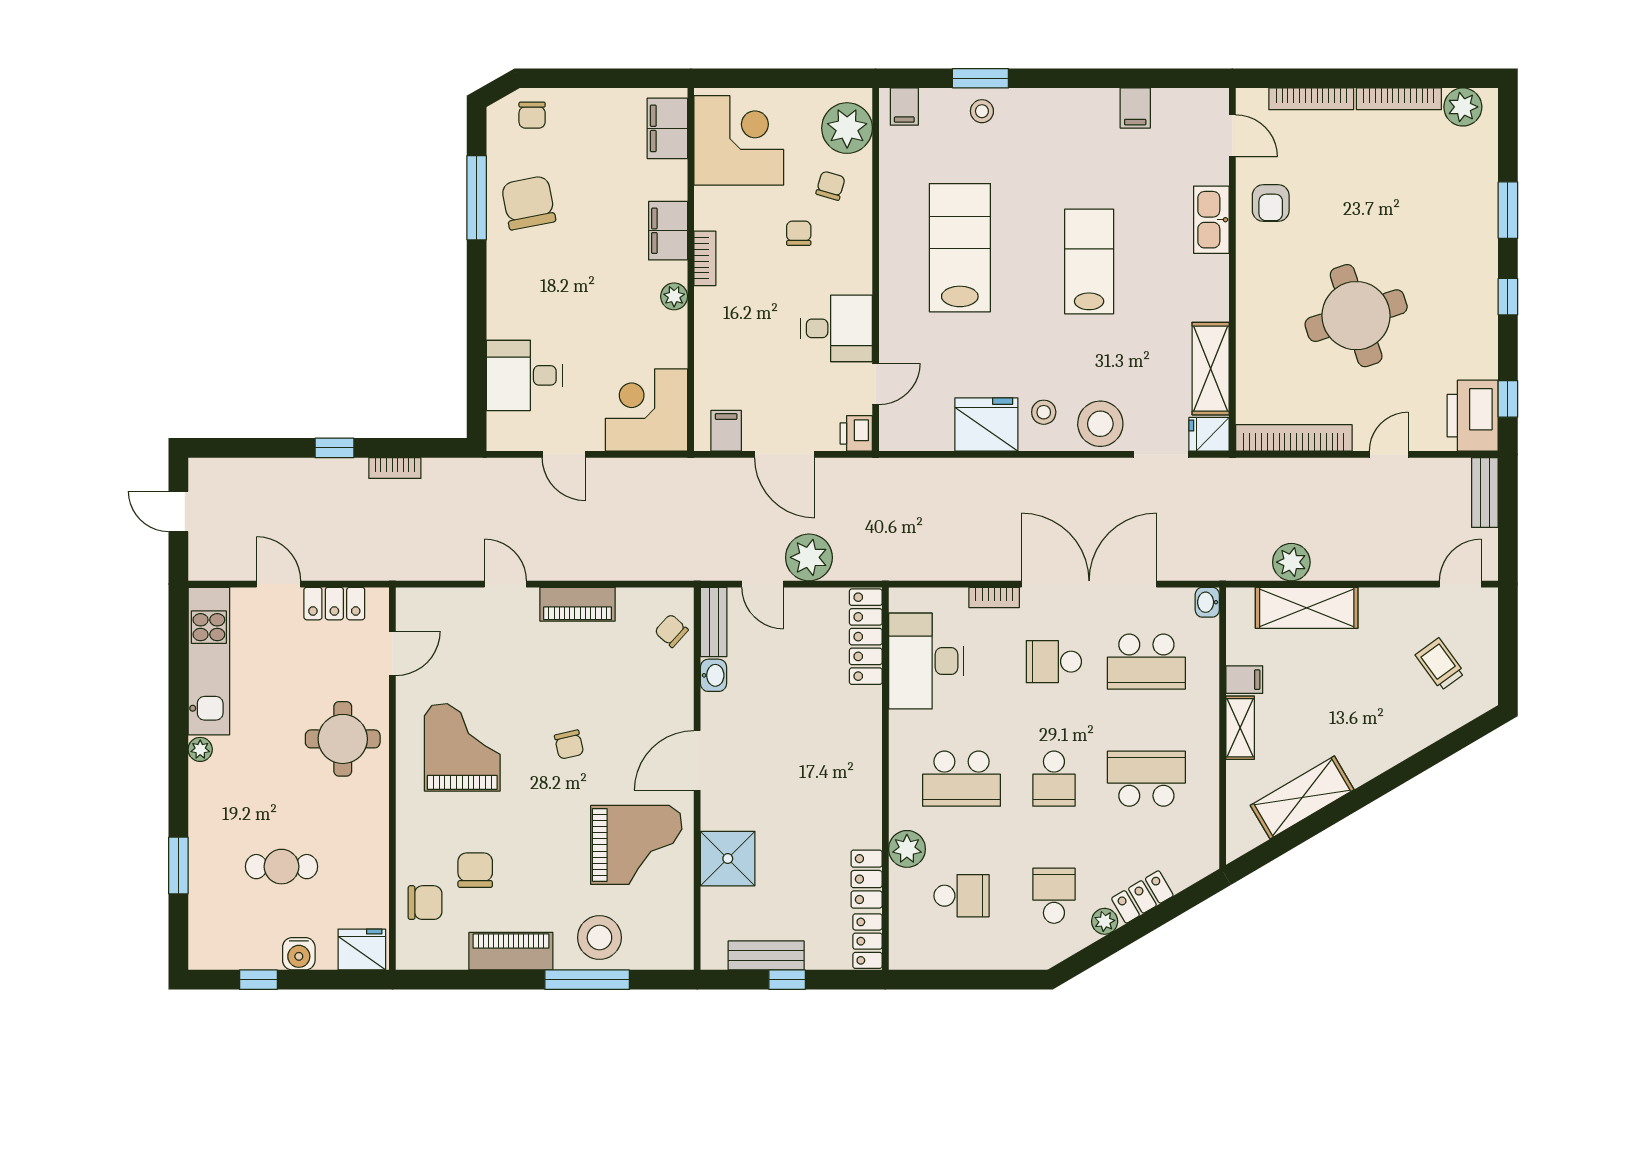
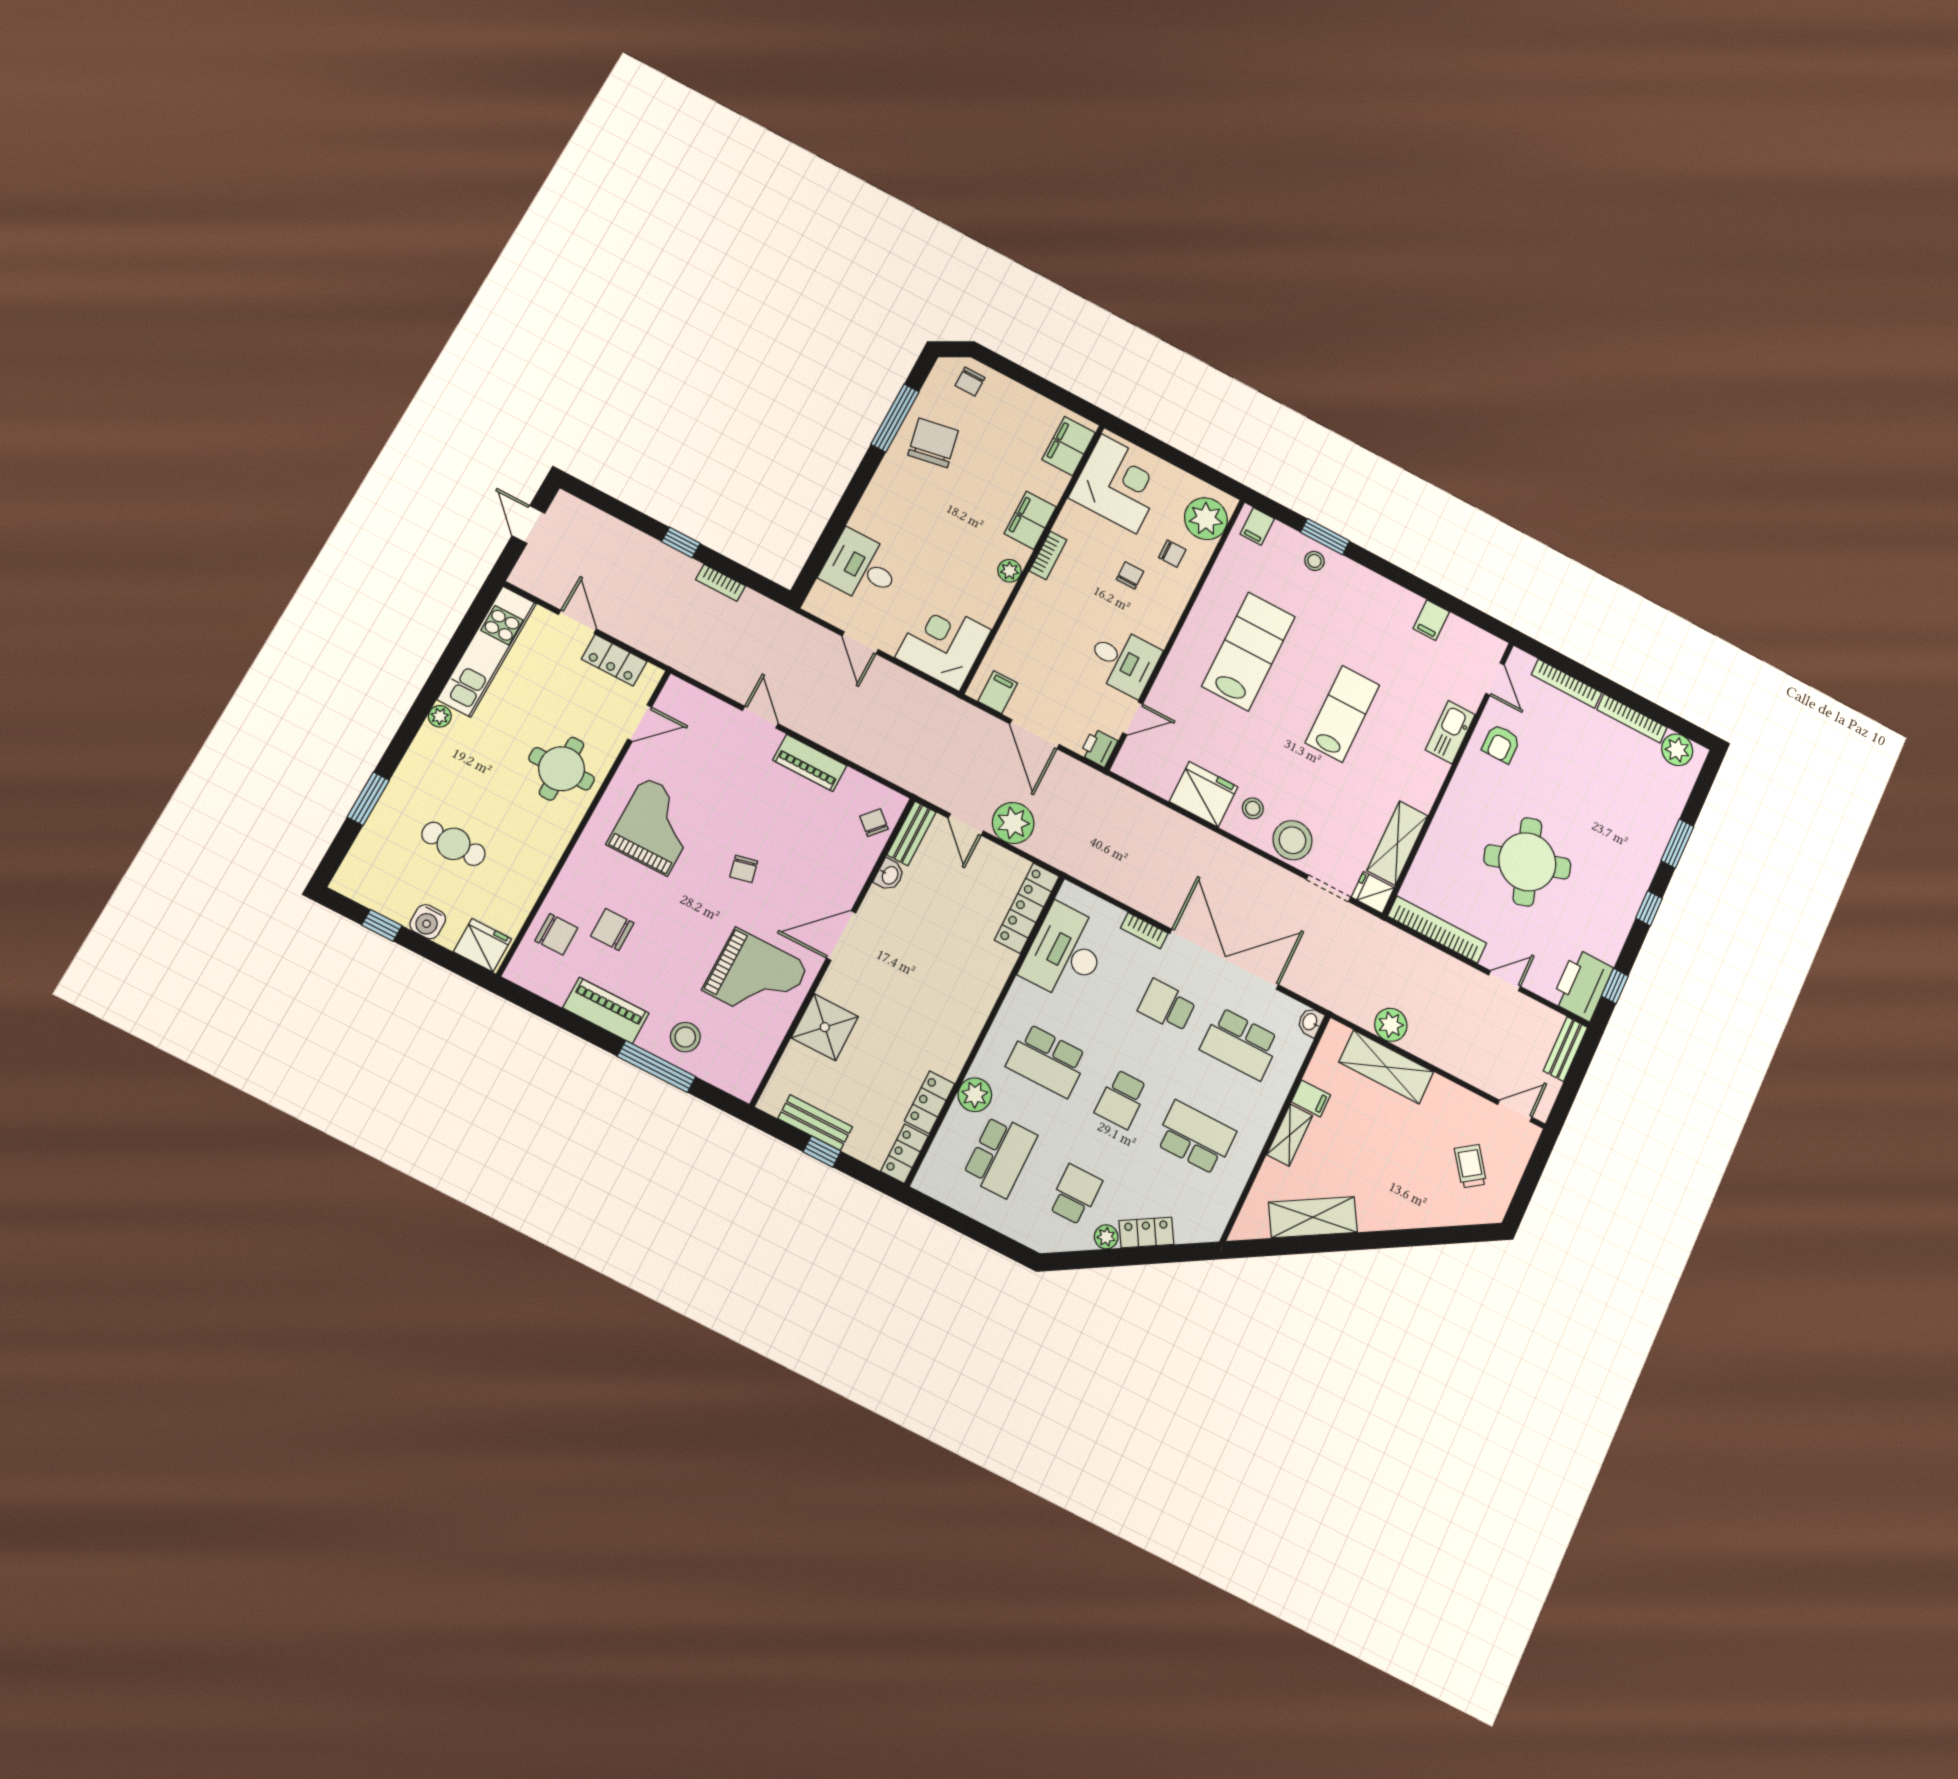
chair: (831, 186) -> (1172, 554), turned 74
chair: (475, 870) -> (612, 929), turned -90
school desk: (961, 896) -> (1000, 1156), width x1.85
stool: (599, 938) -> (685, 1037), width x0.73, depth x0.73

